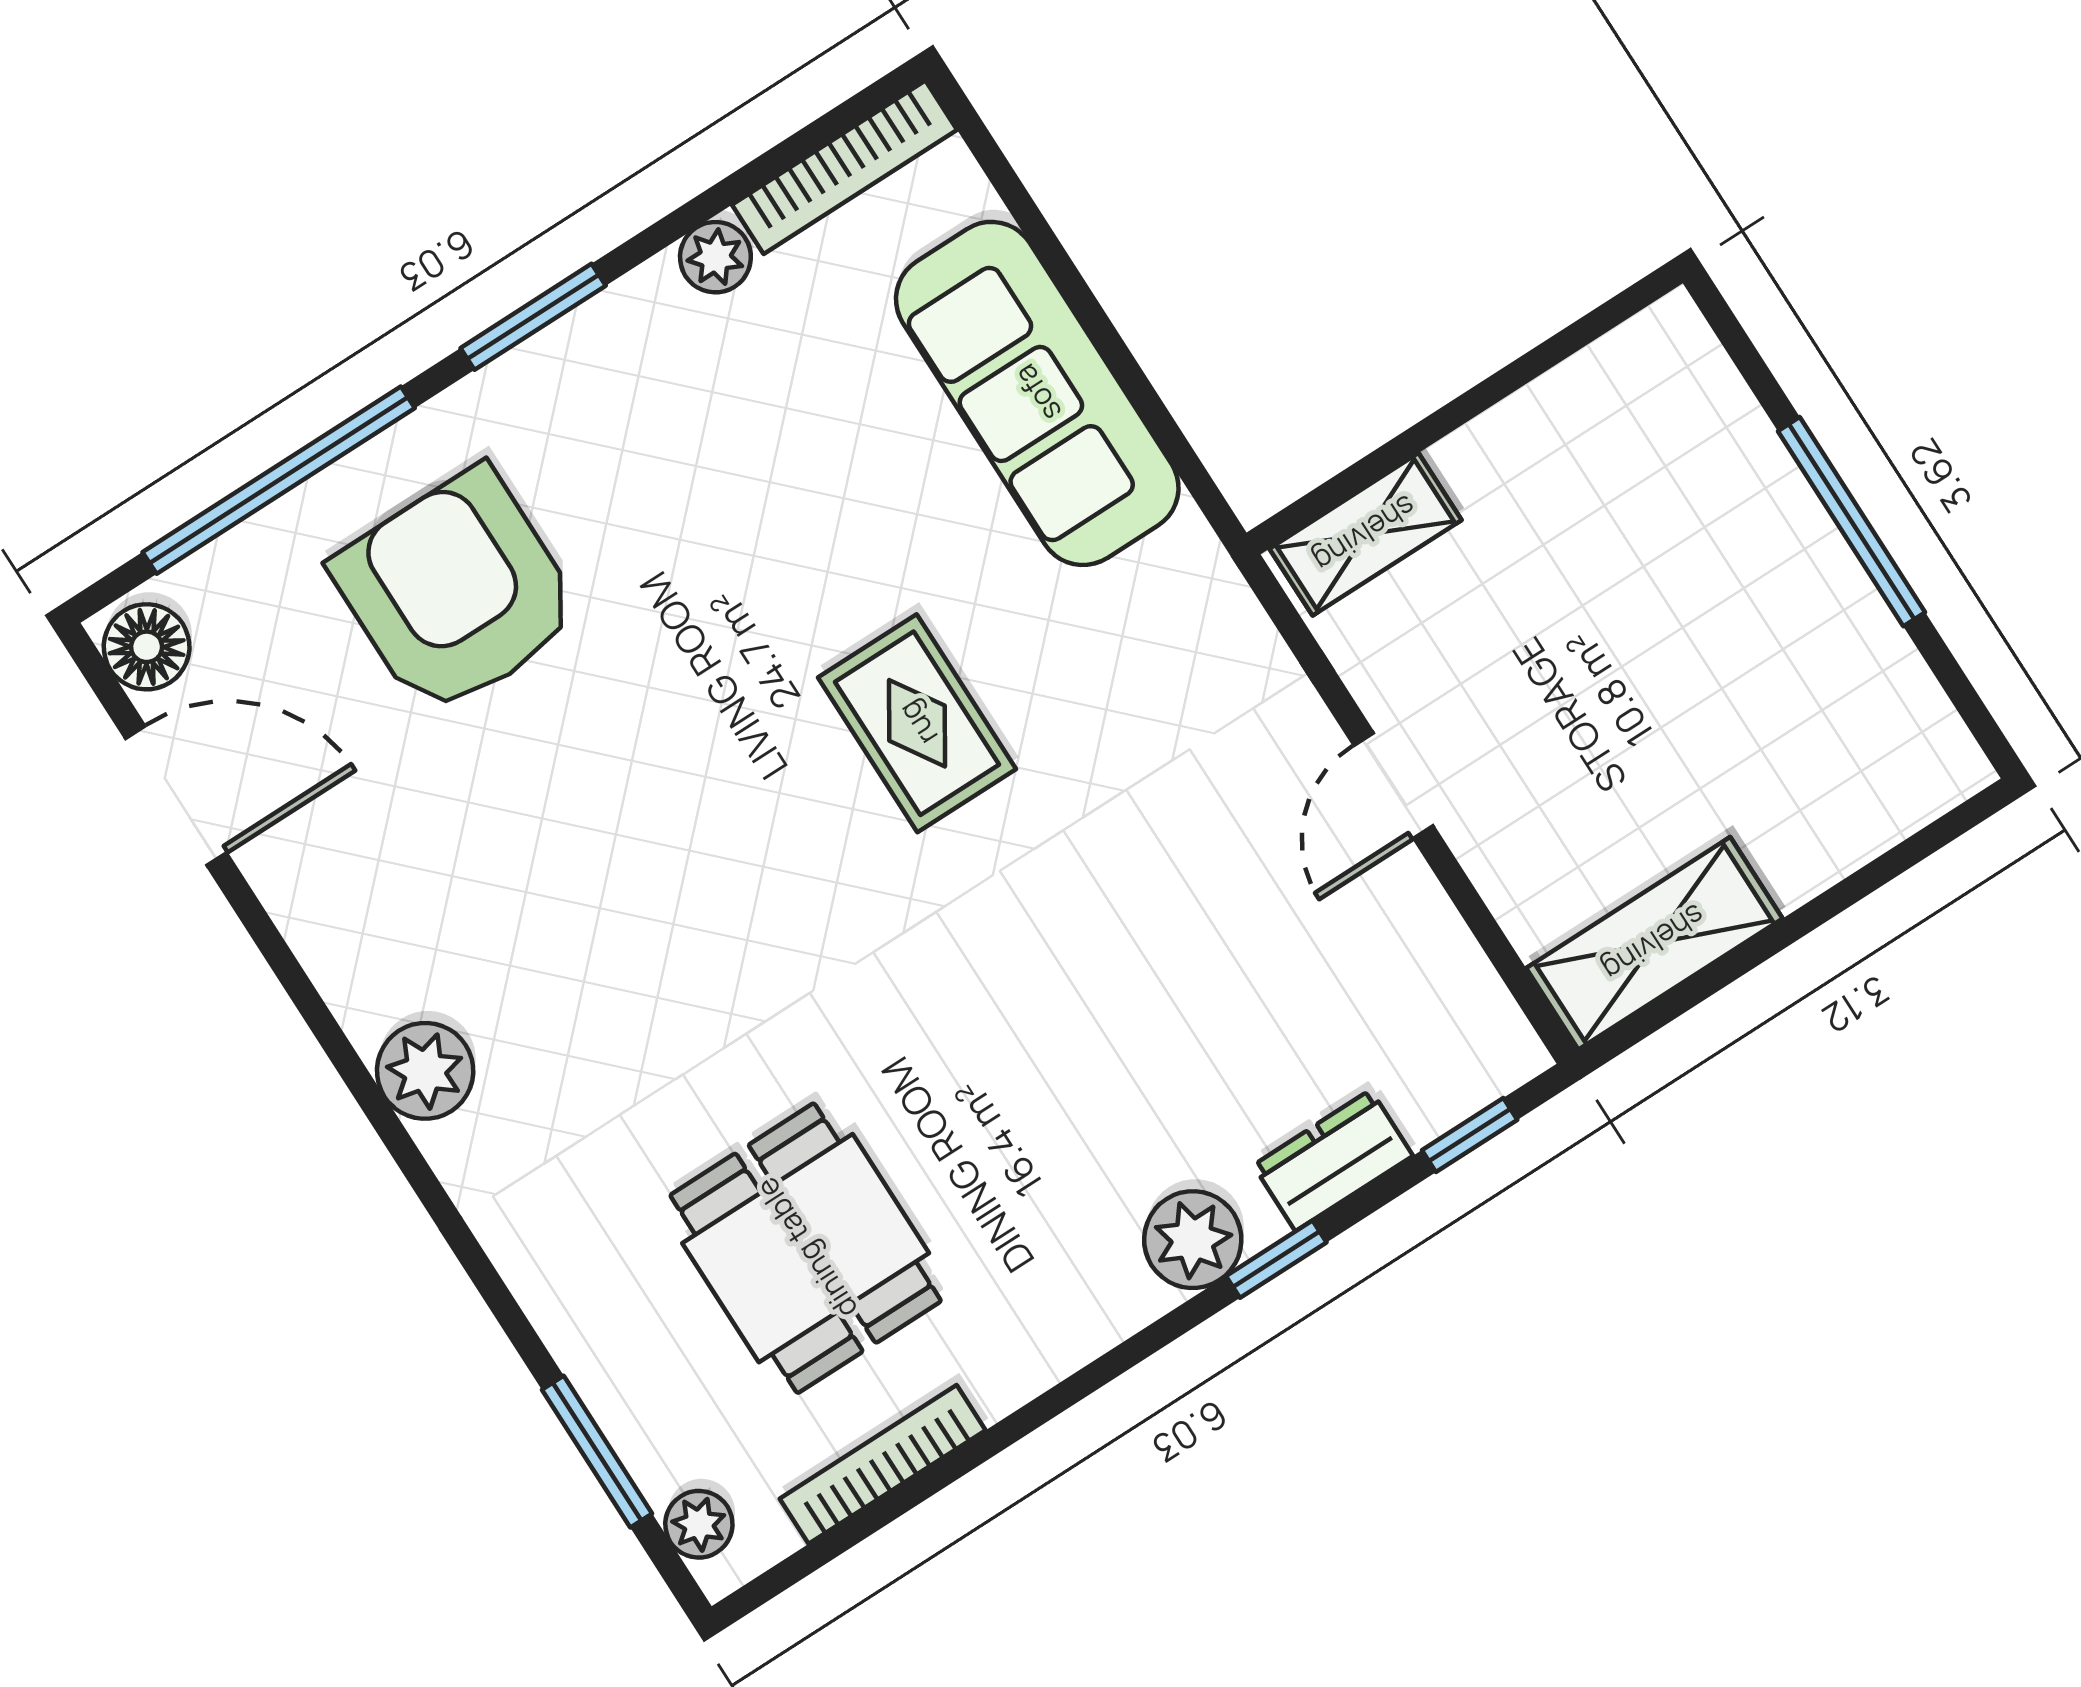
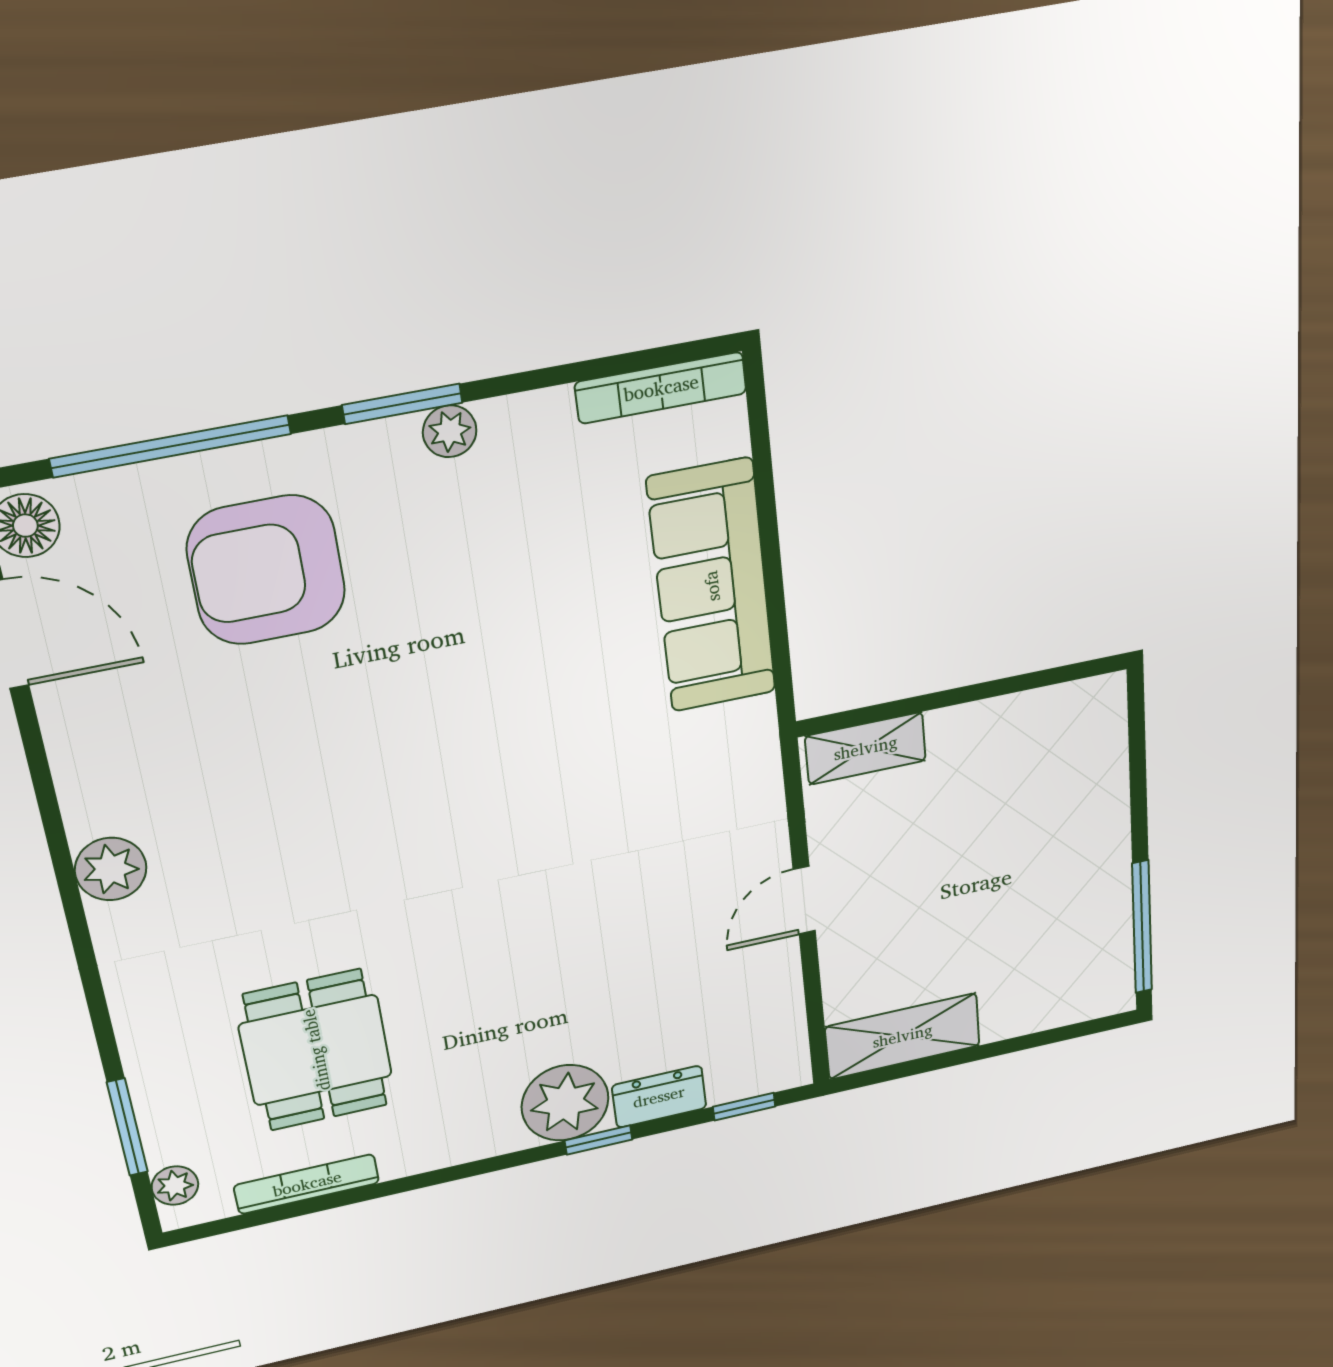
plant: (715, 257) -> (450, 431), moved
window: (1852, 522) -> (1142, 927), moved
armchair: (457, 592) -> (266, 570), turned -90
rug: (917, 723) -> (535, 764), removed
plant: (1193, 1240) -> (565, 1103), width x1.36, depth x1.36

